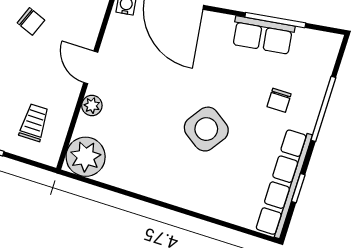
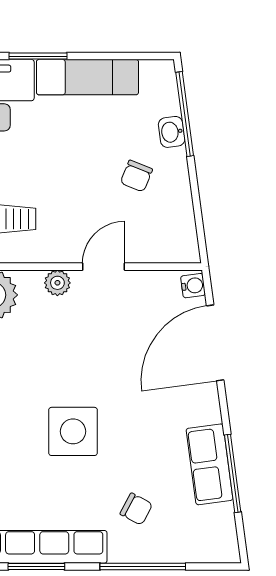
chair: (279, 100) -> (136, 509), turned -152
side table: (206, 129) -> (73, 431), turned -35
window: (298, 188) -> (36, 566), width x1.50

